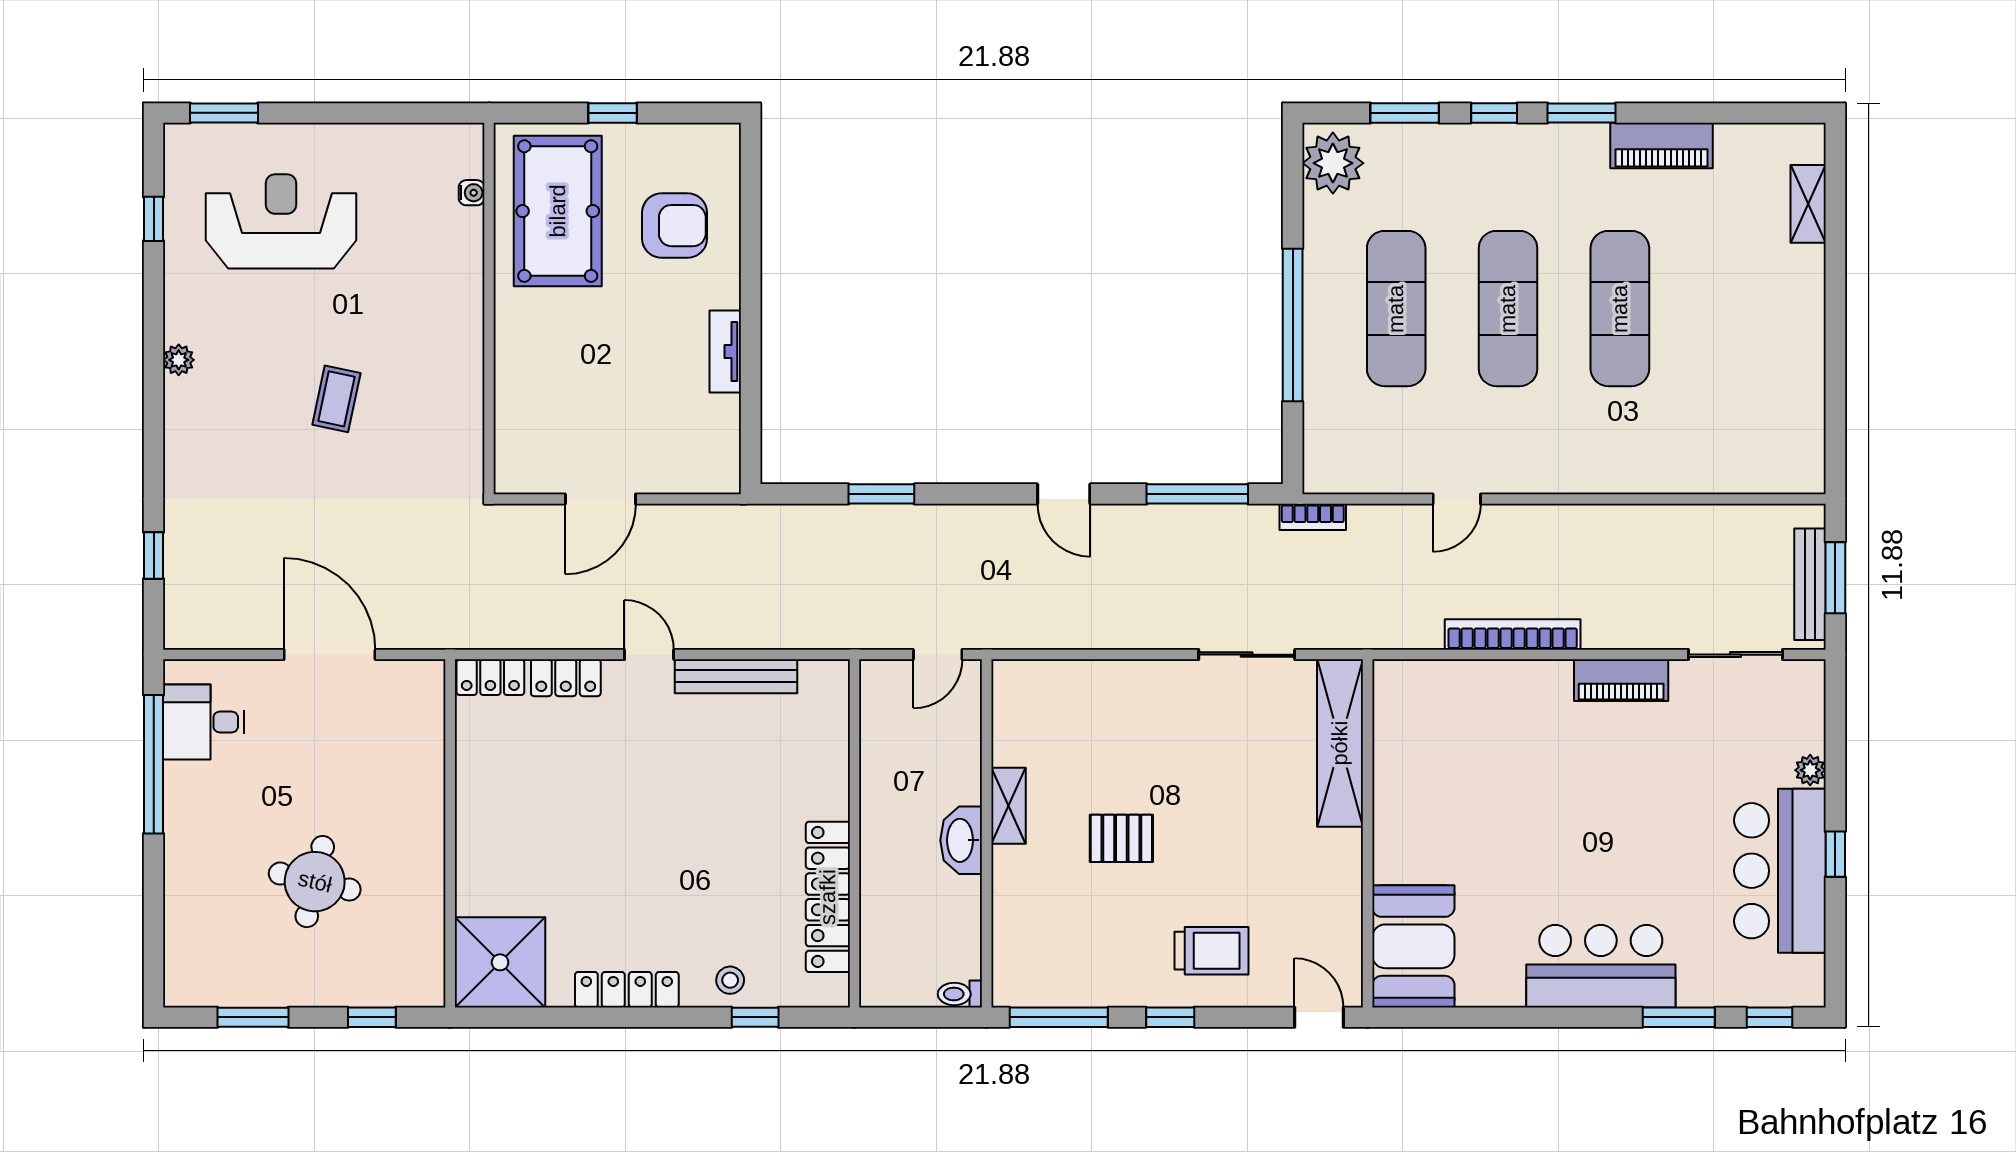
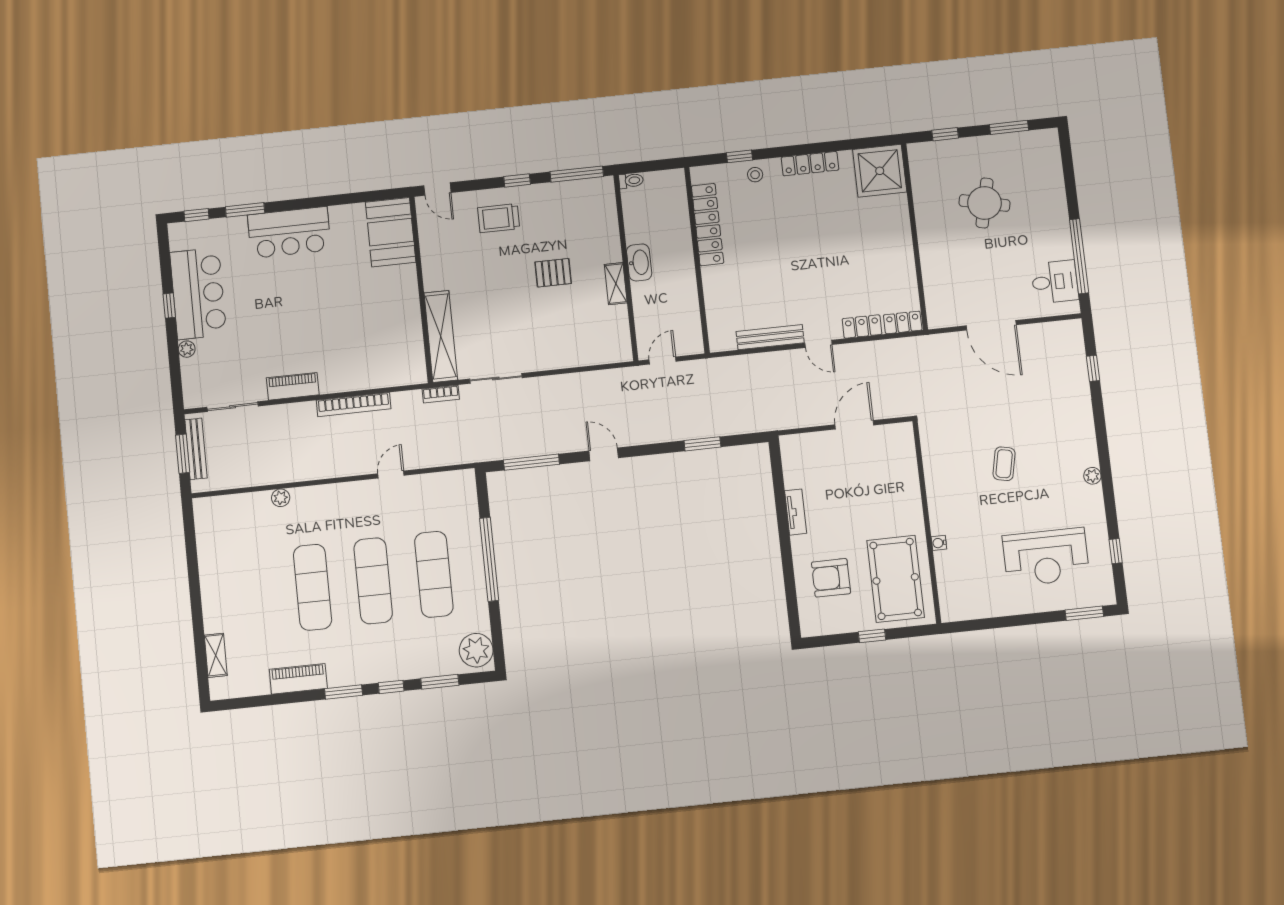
water cooler: (472, 193) -> (939, 543), moved
plant: (1663, 478) -> (281, 498), added
bookcase: (1313, 517) -> (441, 394), moved, turned 180

